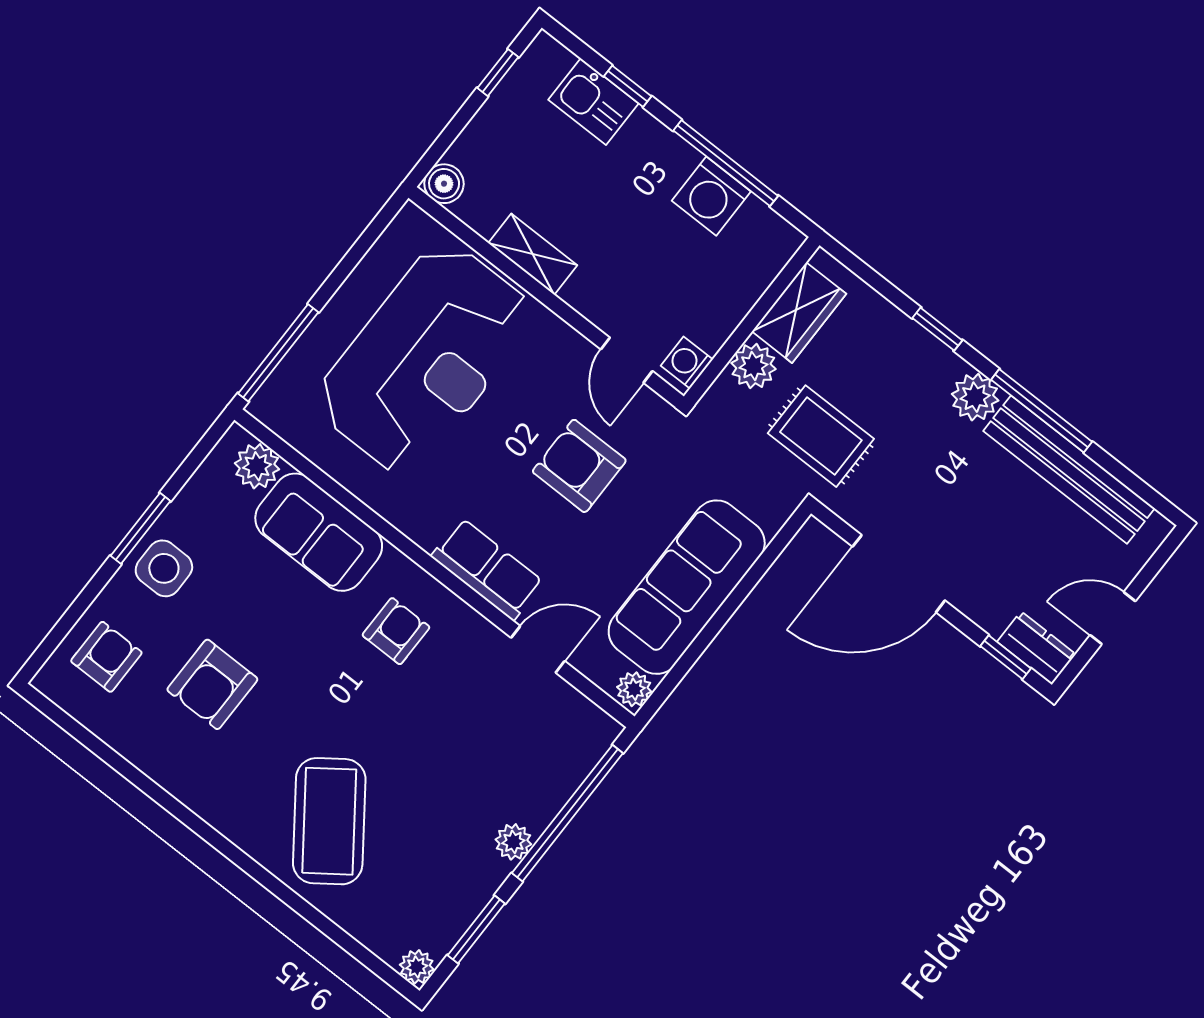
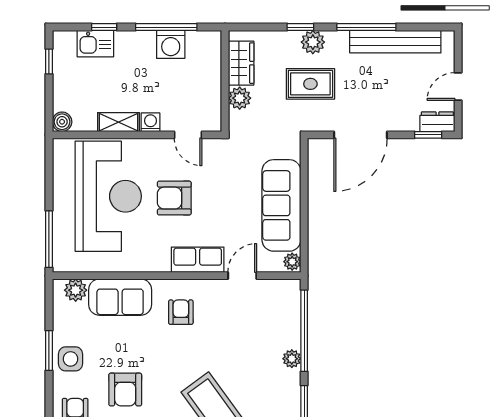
washing machine: (687, 363) -> (150, 122), moved, turned 90
plant: (975, 397) -> (313, 42), moved
rug: (821, 436) -> (310, 84), moved
armchair: (579, 466) -> (174, 198), moved

